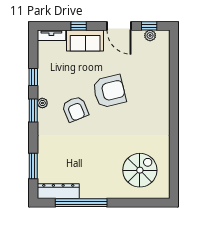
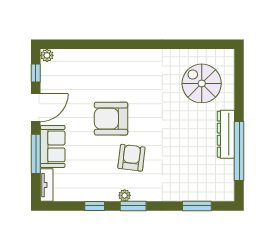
window: (79, 26) -> (36, 154), width x2.17
plant: (150, 35) -> (47, 55), moved
armchair: (109, 91) -> (111, 119), turned -76
armchair: (75, 109) -> (131, 158), turned -61
dresser: (58, 191) -> (226, 134), moved

